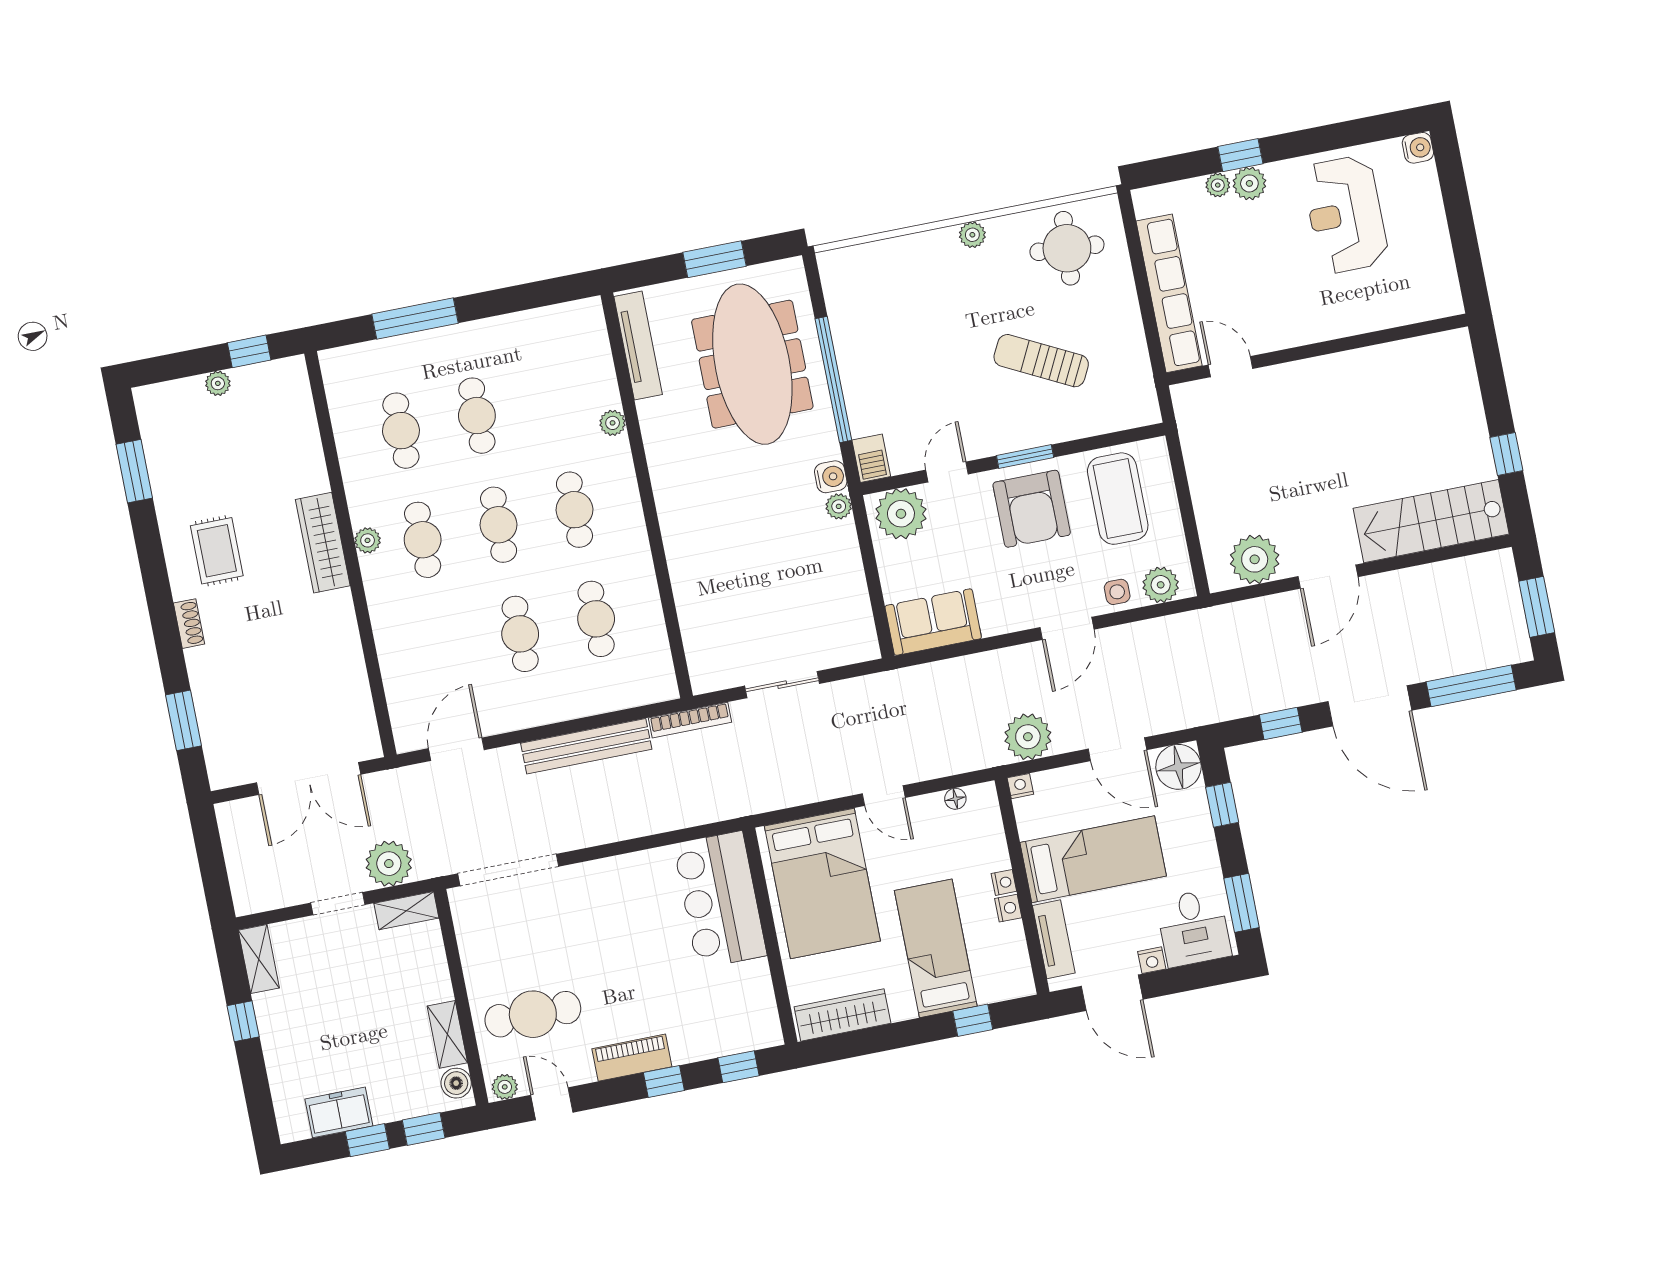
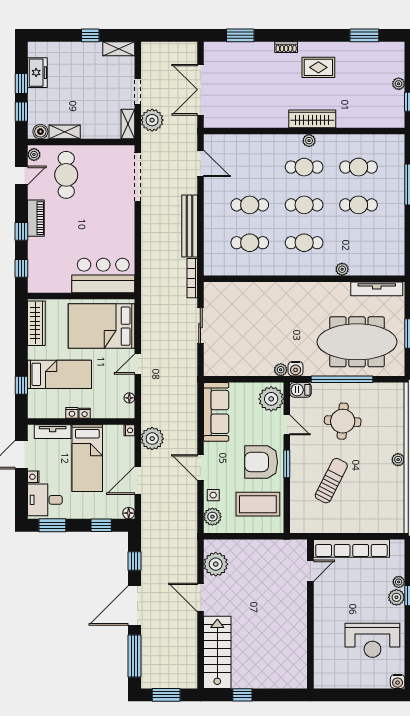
reception desk: (1345, 215) -> (372, 640), turned 180
round table: (1067, 248) -> (343, 421), moved
sofa: (933, 622) -> (216, 412), width x1.36
floor lamp: (1178, 767) -> (129, 513), width x0.53, depth x0.53

